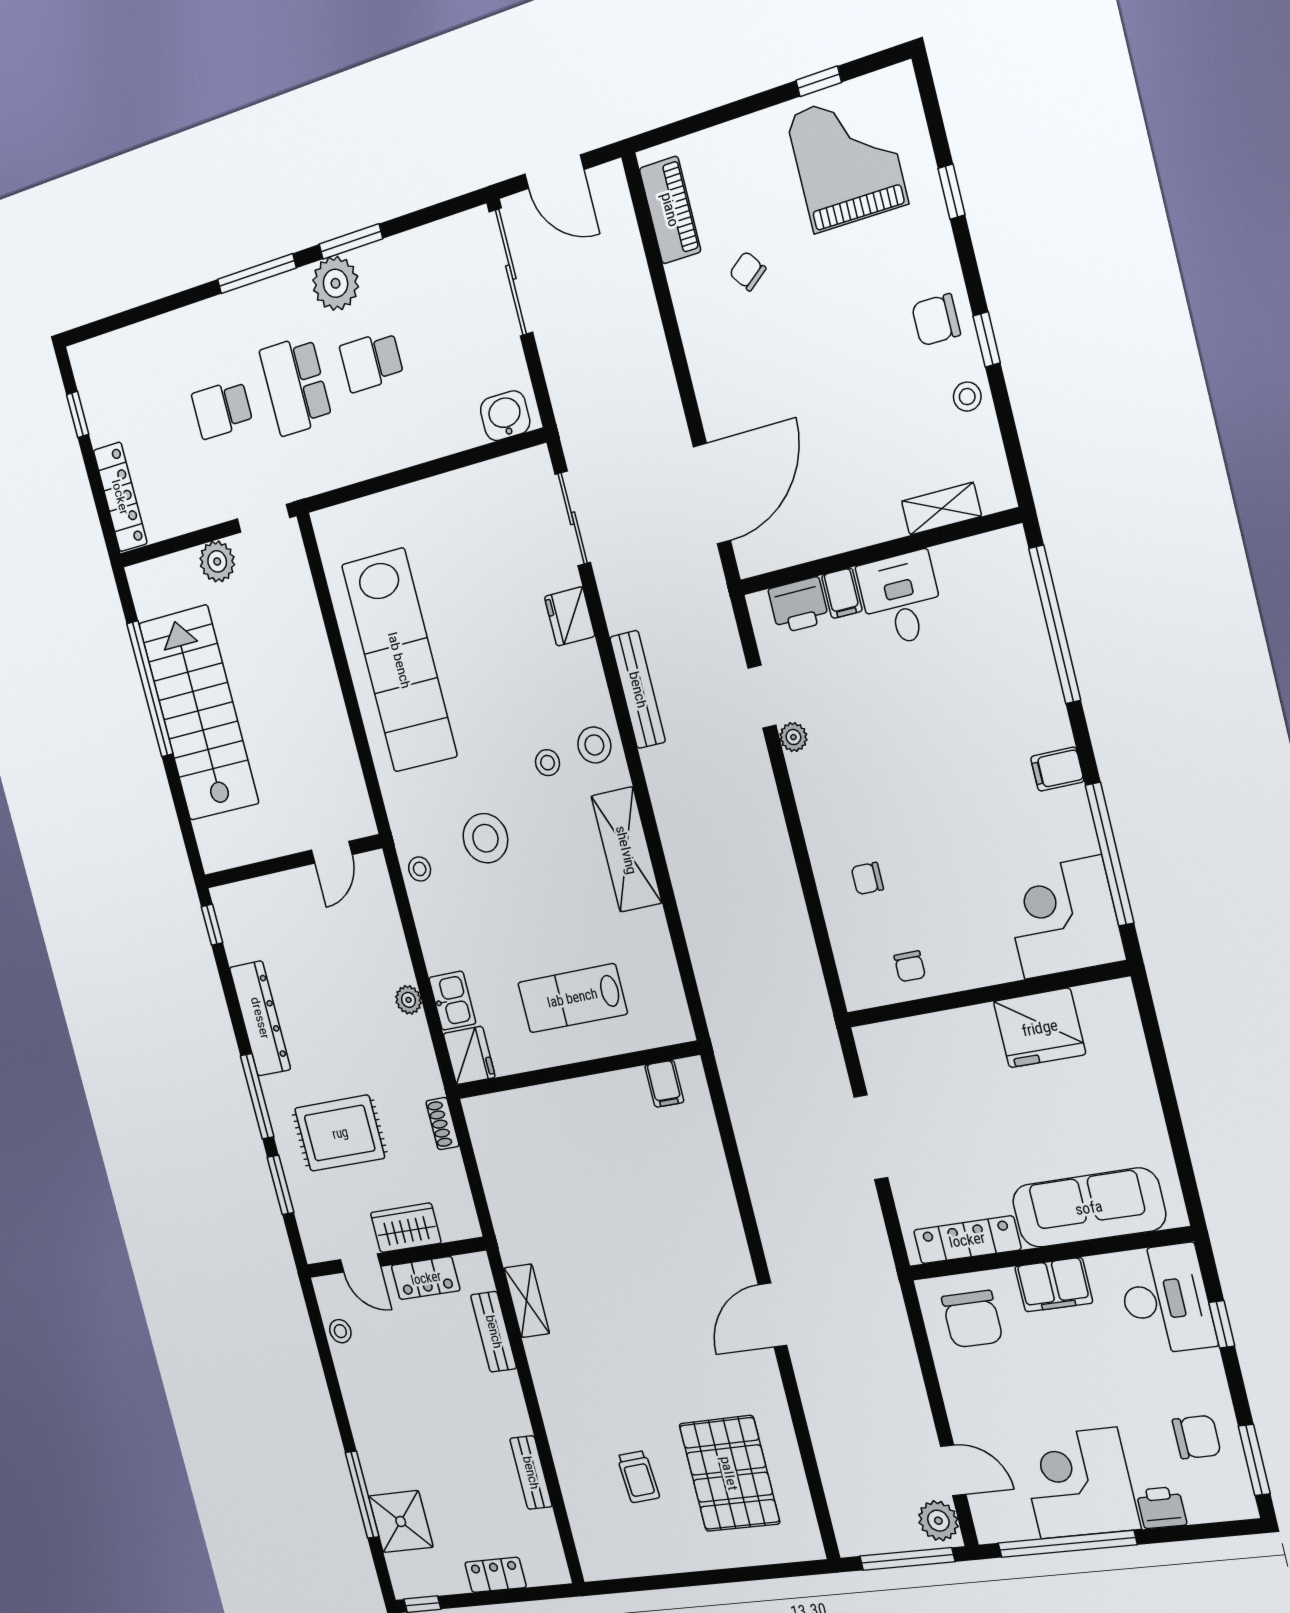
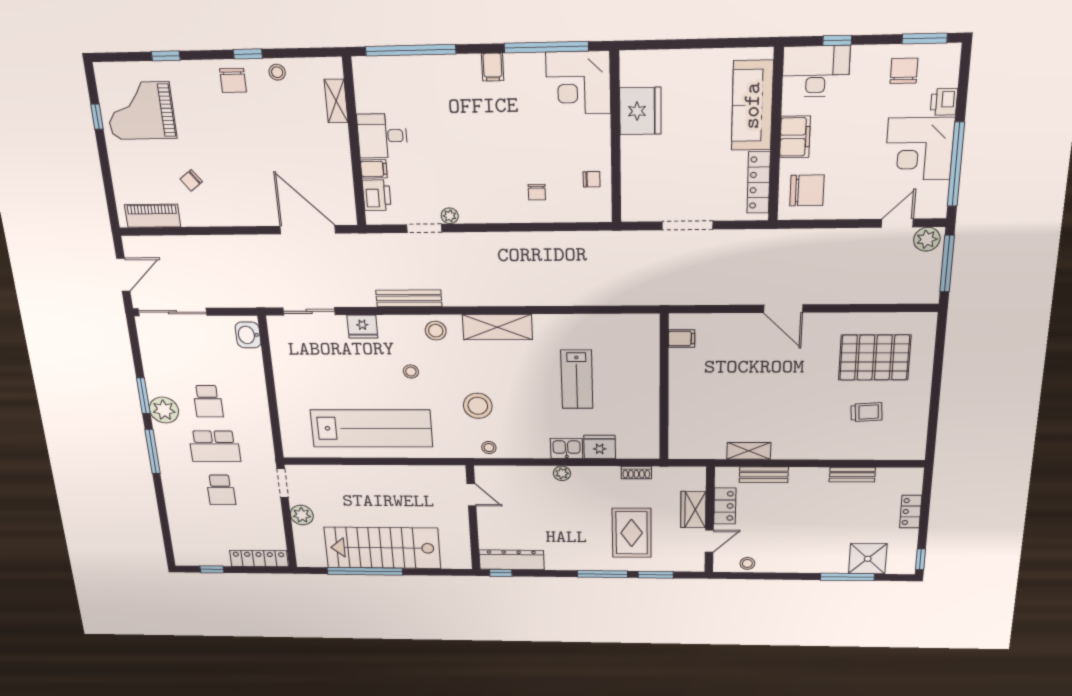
stool: (548, 763) -> (411, 371), moved
dresser: (260, 1018) -> (512, 560), moved
wall: (576, 1070) -> (664, 388), moved
filing cabinet: (664, 1084) -> (682, 339), moved

